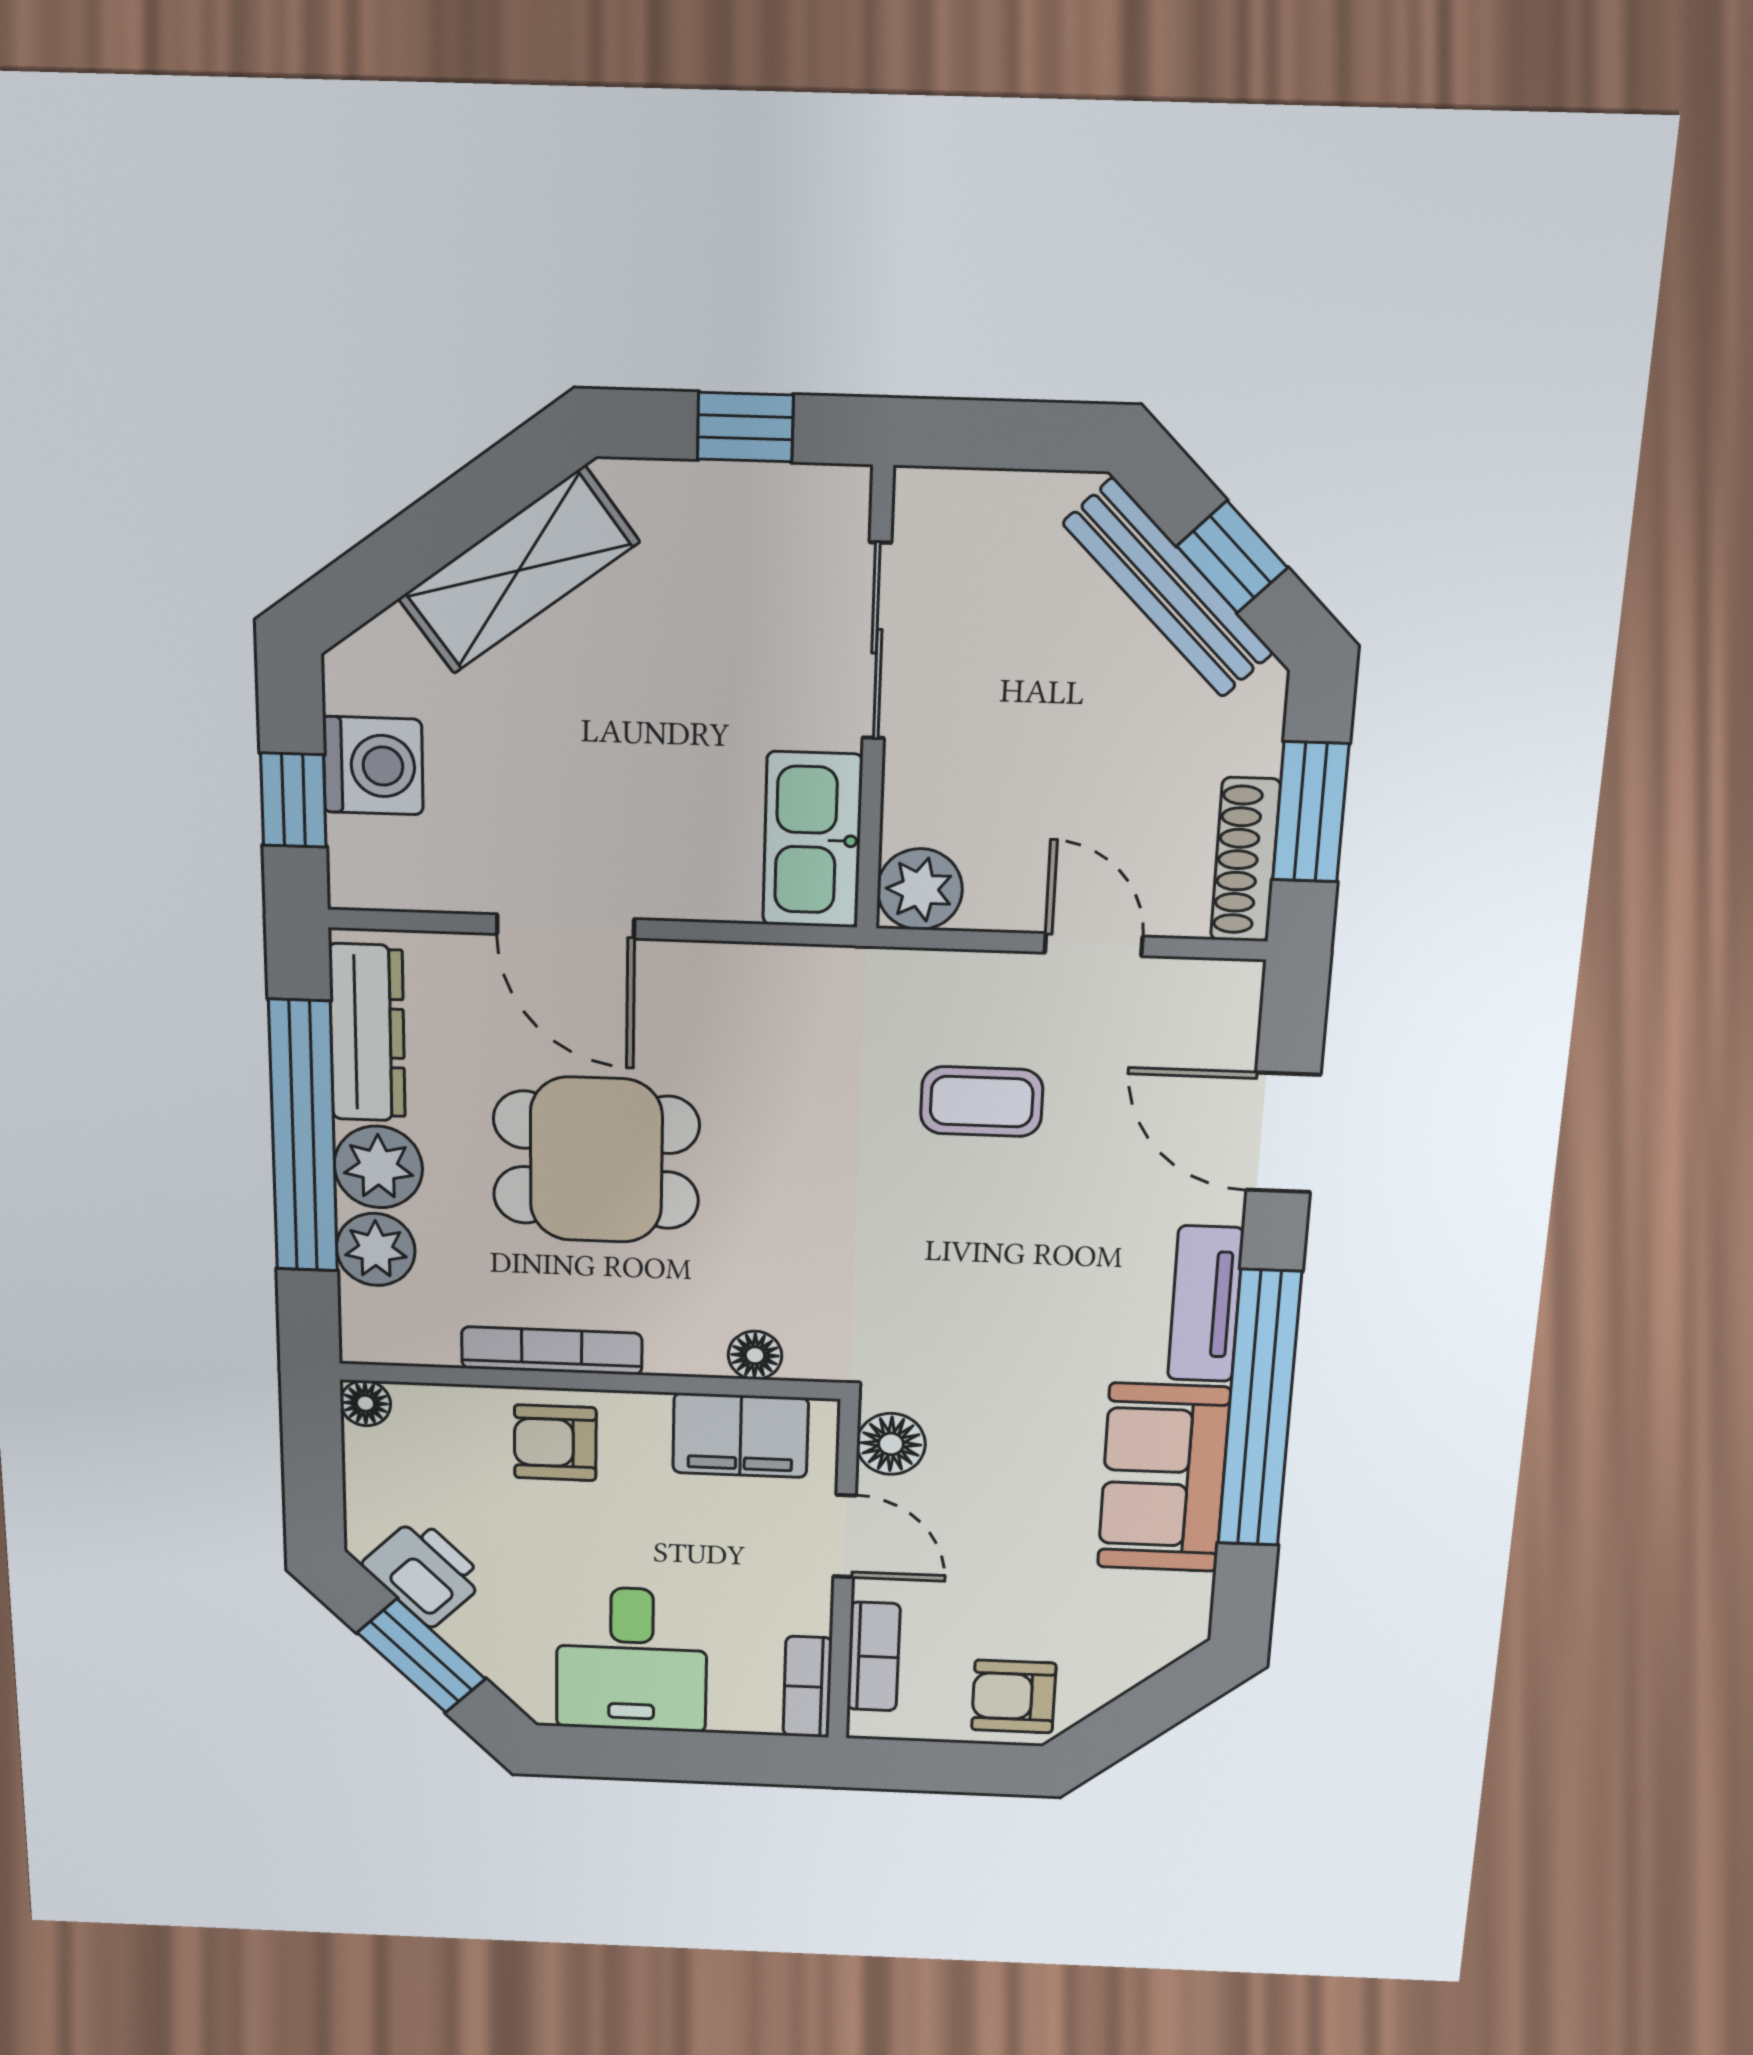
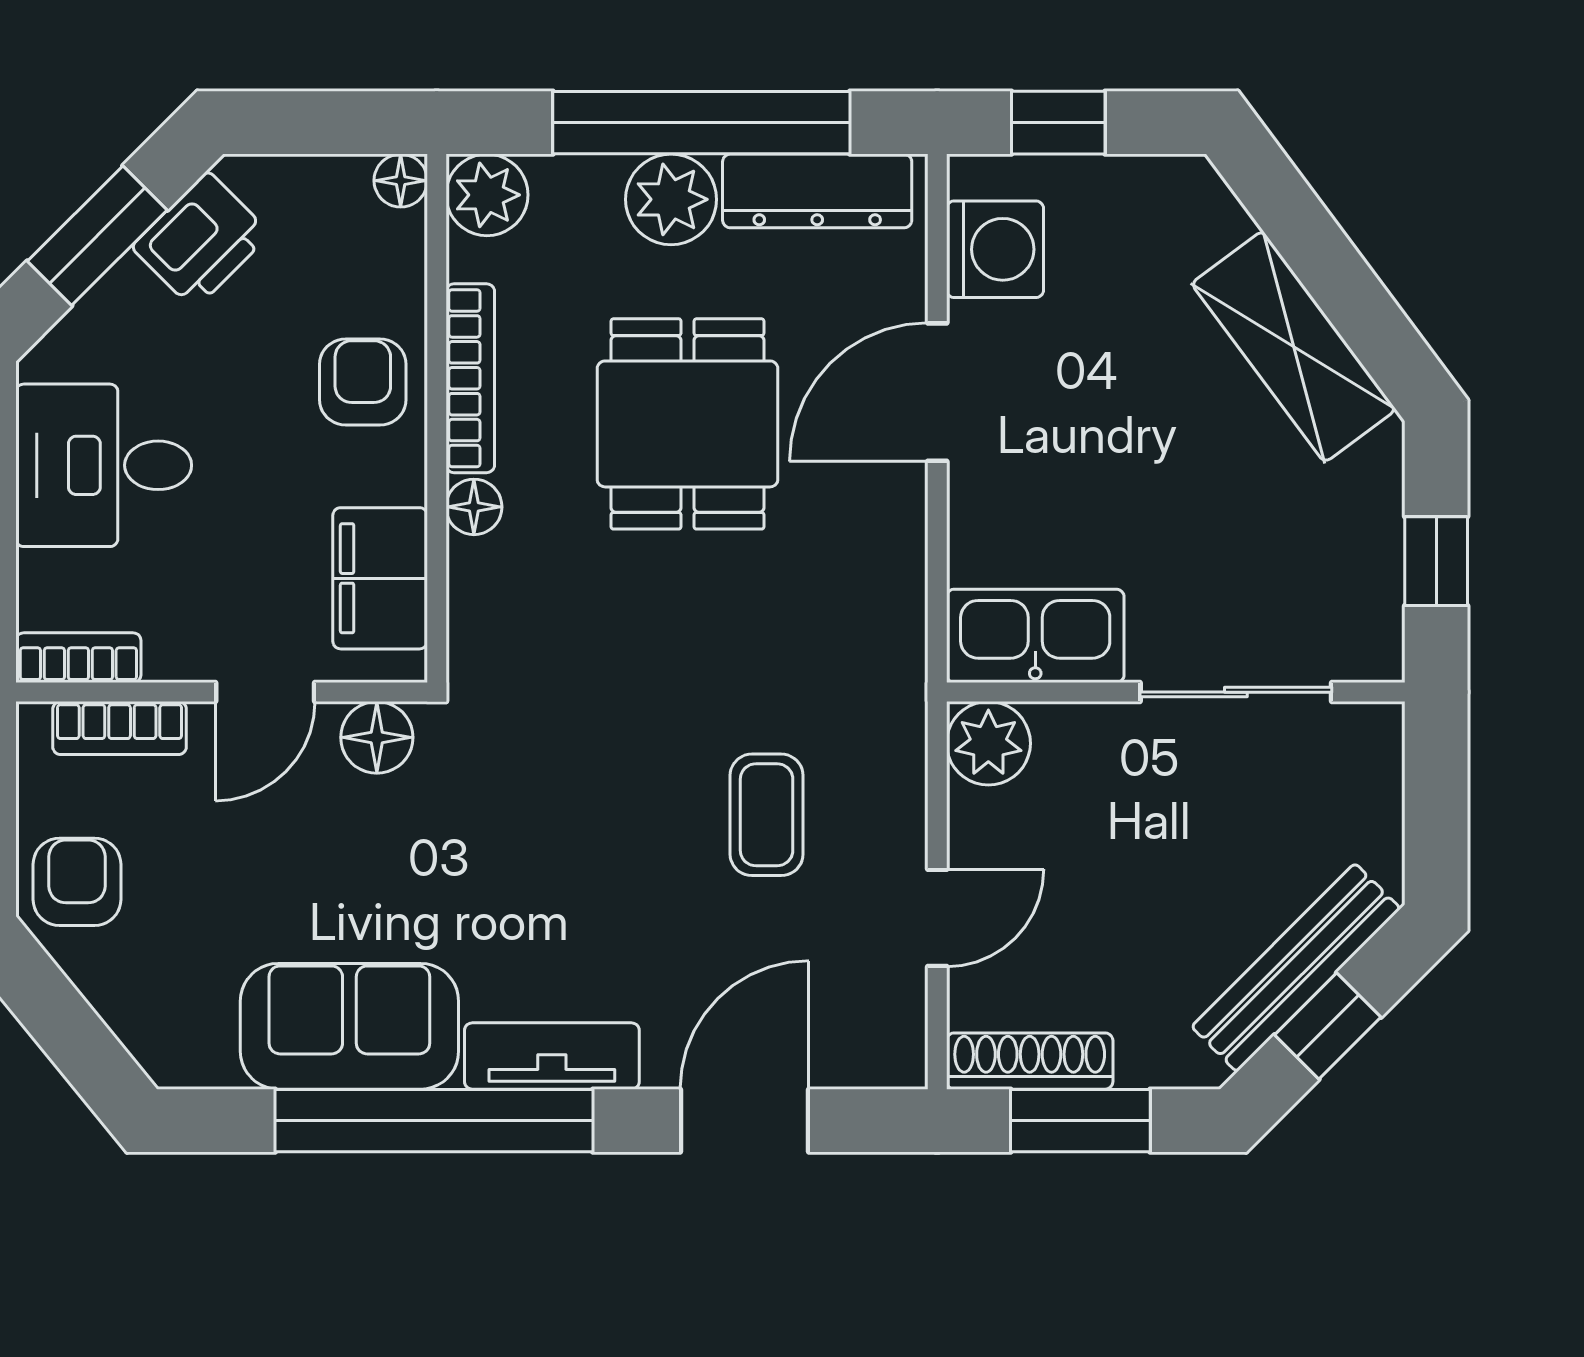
washing machine: (373, 766) -> (995, 249), moved, turned -90
plant: (376, 1249) -> (487, 195), moved
floor lamp: (755, 1355) -> (474, 507), moved

